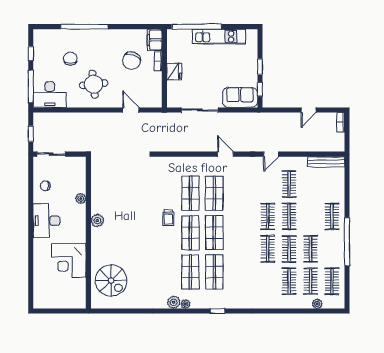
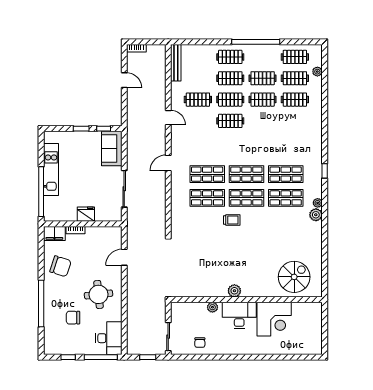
chair: (132, 61) -> (60, 266), moved
desk: (47, 221) -> (239, 315), moved, turned 180
clothes rail: (268, 249) -> (230, 78), moved

